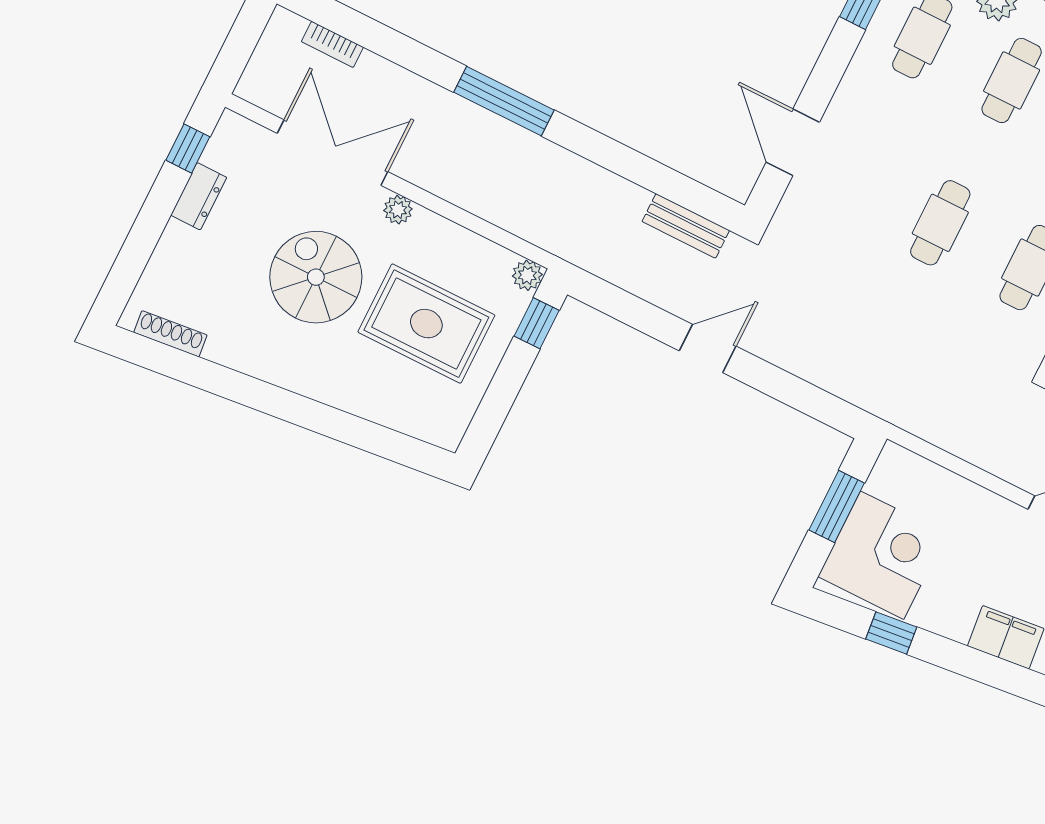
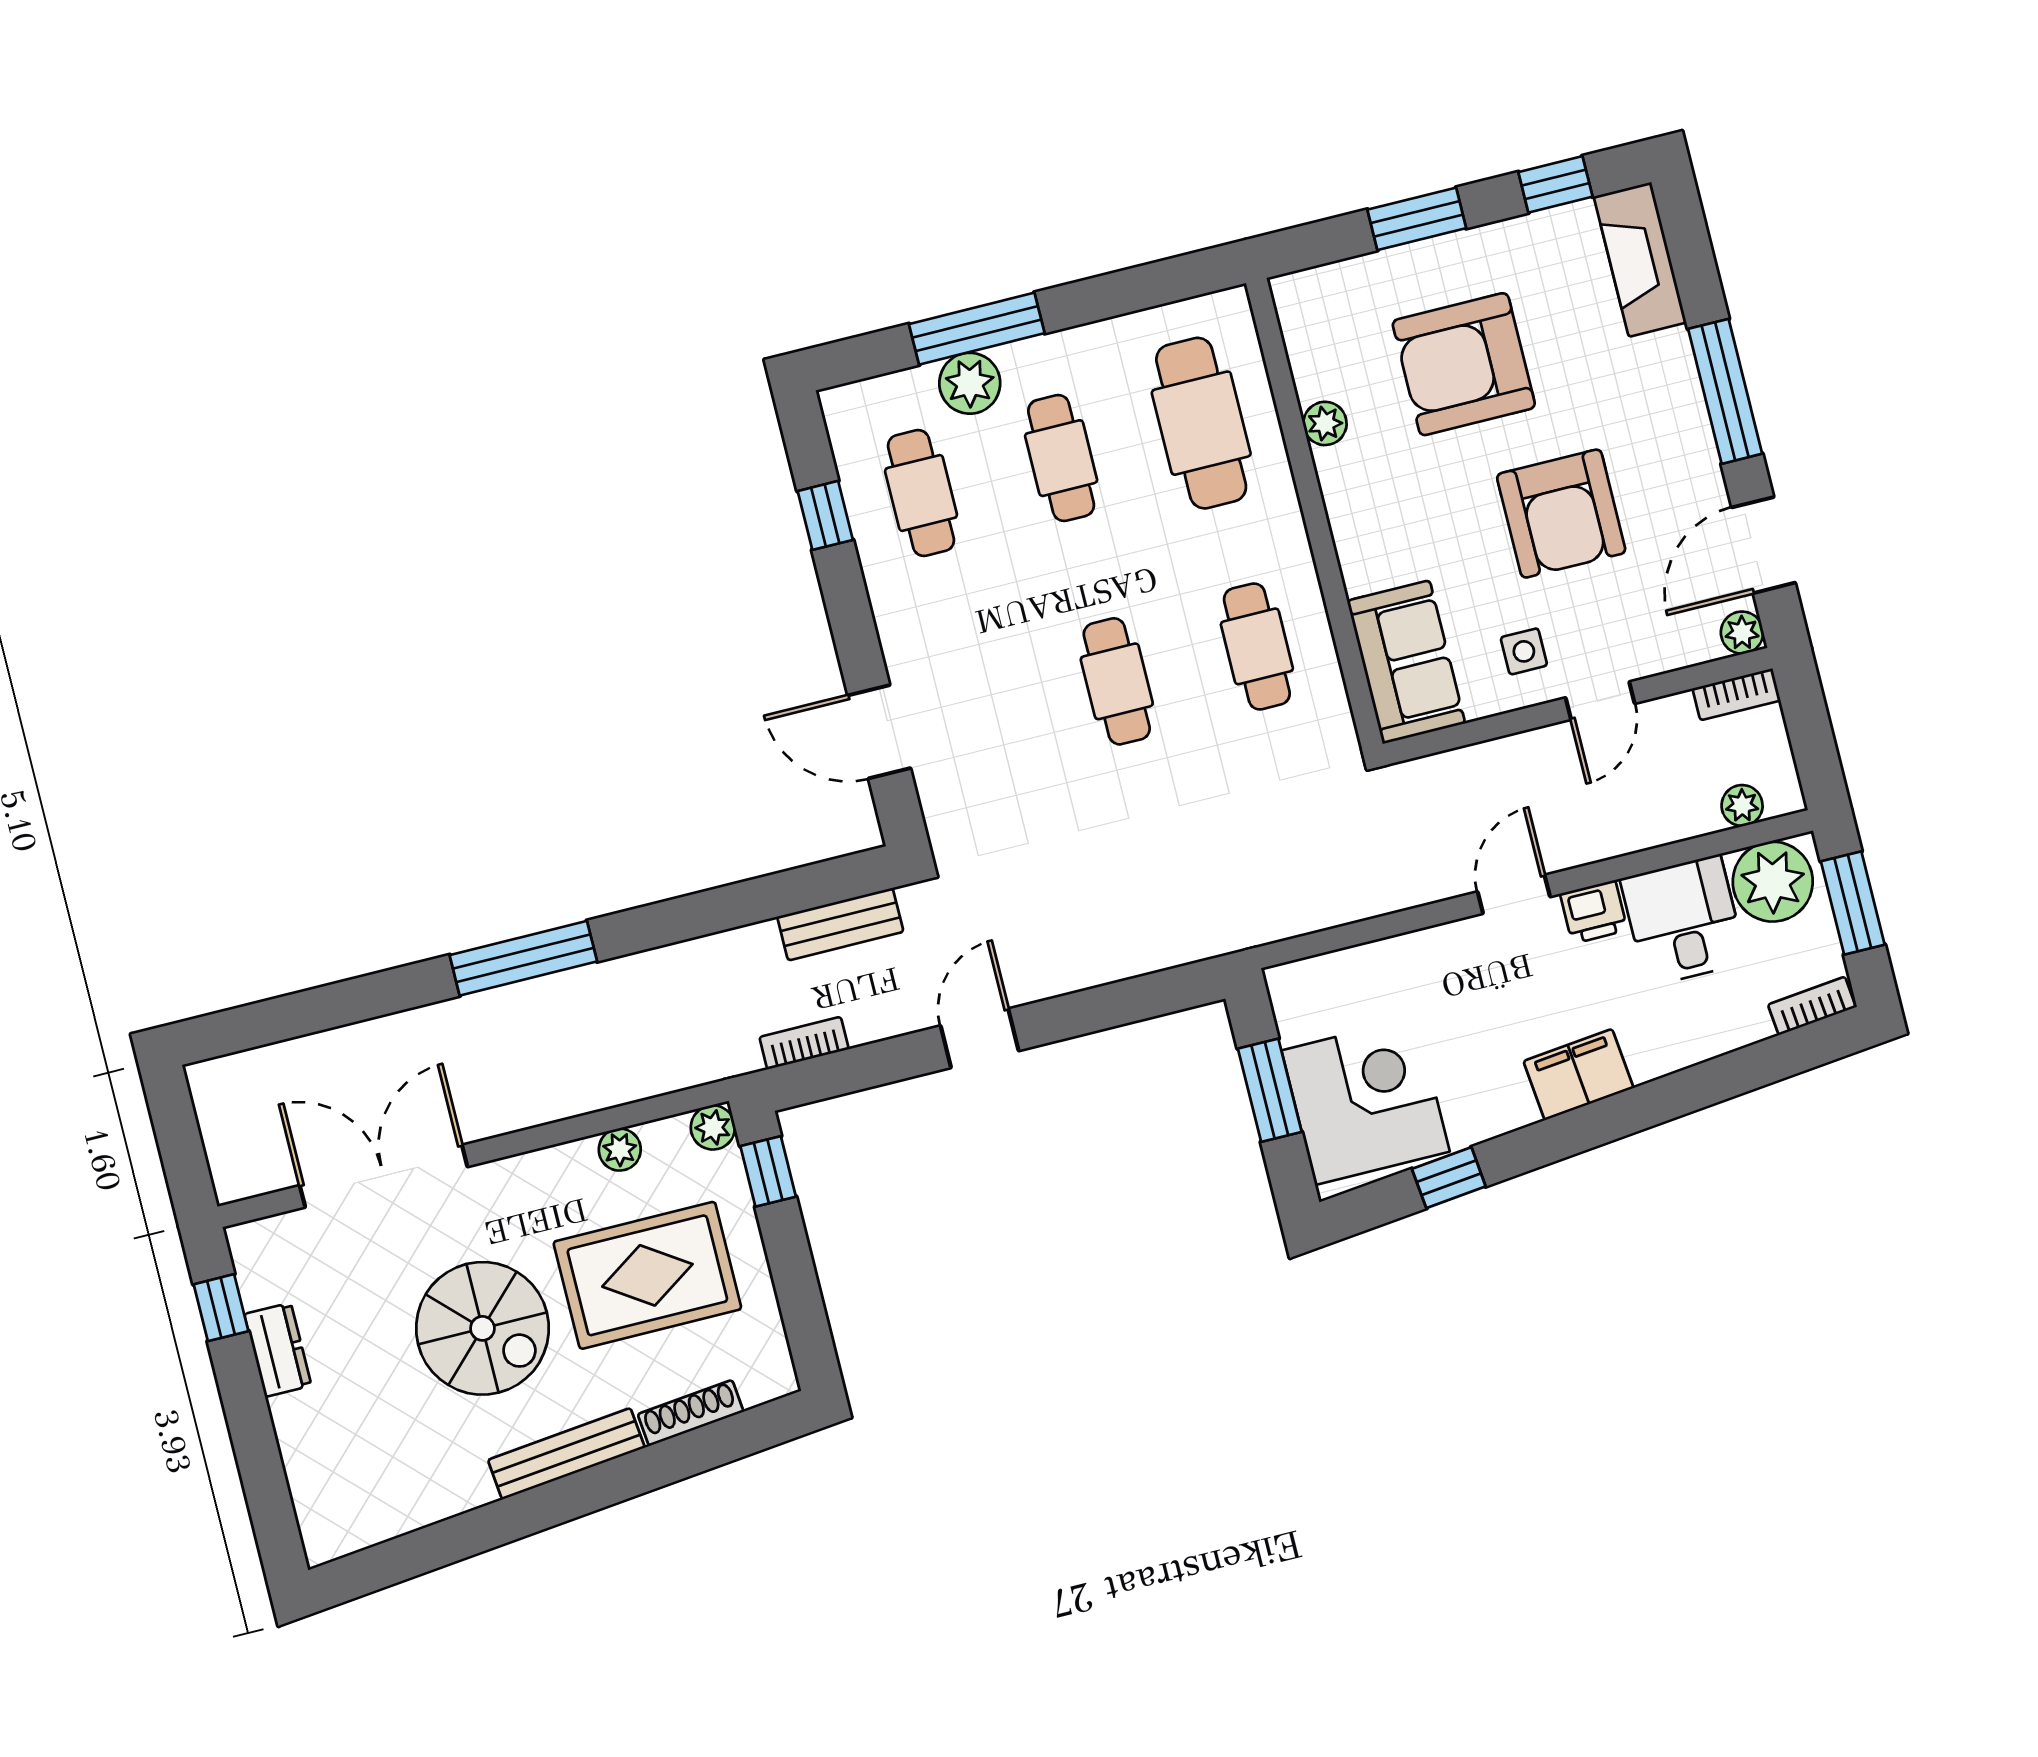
bookcase: (332, 44) -> (804, 1043), moved, turned 180
plant: (398, 210) -> (620, 1150), moved
spiral stairs: (316, 277) -> (482, 1328), turned 180
shoe rack: (170, 334) -> (691, 1413), moved
bench: (303, 381) -> (566, 1454), added

